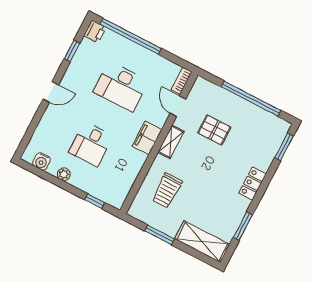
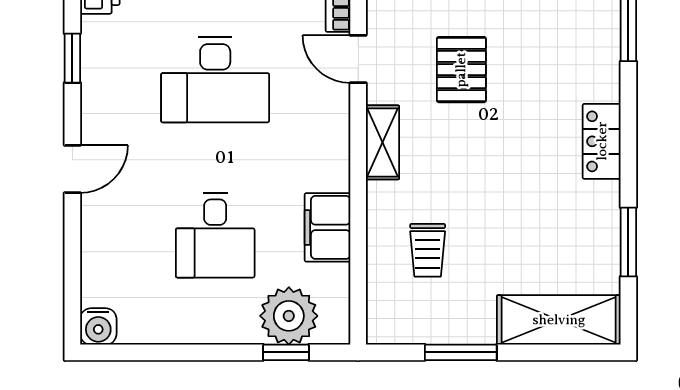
pallet: (214, 130) -> (461, 70), turned 90
filing cabinet: (147, 138) -> (327, 227), moved
water cooler: (42, 161) -> (98, 326), moved
plant: (64, 174) -> (289, 316), moved, width x1.88, depth x1.88
trolley: (167, 191) -> (428, 250), width x0.73, depth x0.72

